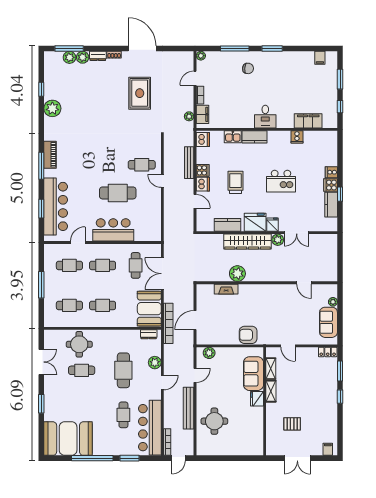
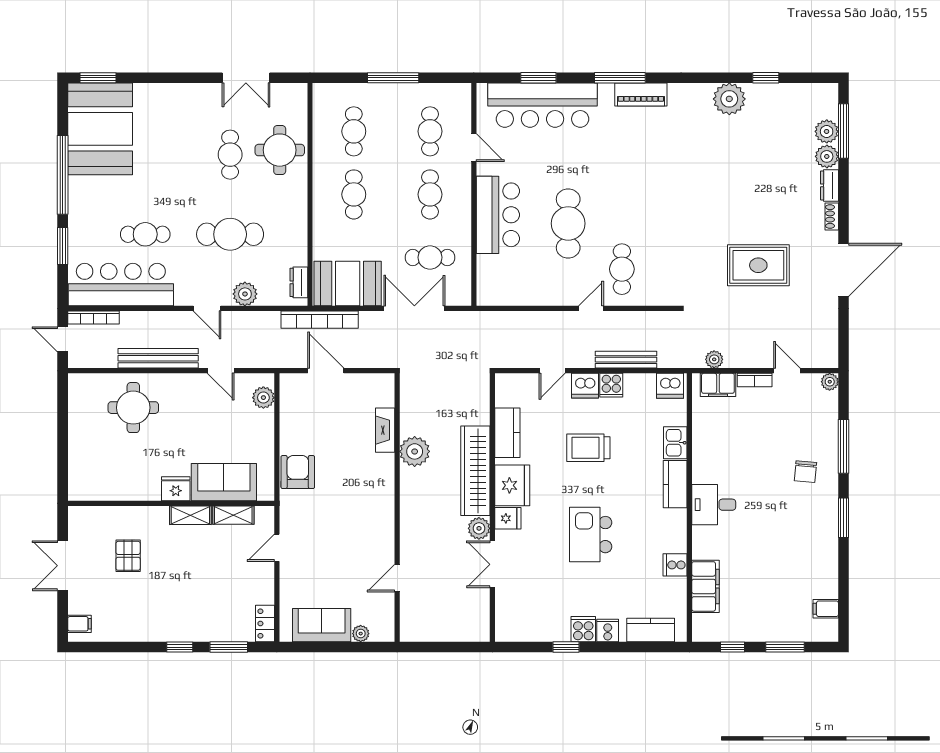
trolley: (235, 182) -> (588, 448), turned 180
kitchen counter: (331, 205) -> (651, 630), moved
window: (41, 404) -> (98, 78), moved

